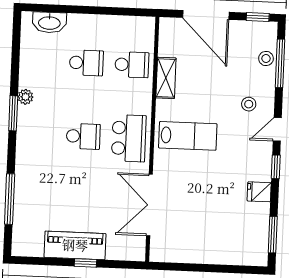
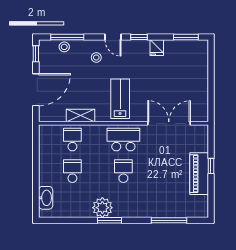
plant: (25, 97) -> (102, 208), width x1.88, depth x1.88
double door: (149, 205) -> (169, 123), swing flipped

